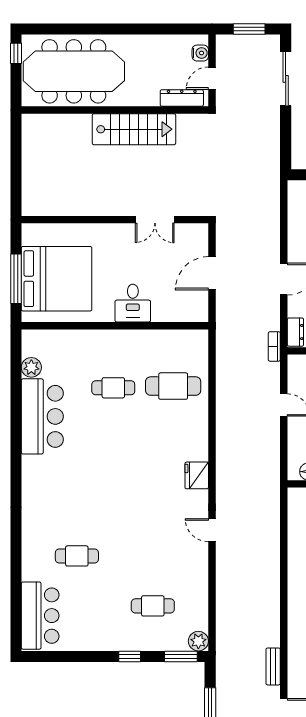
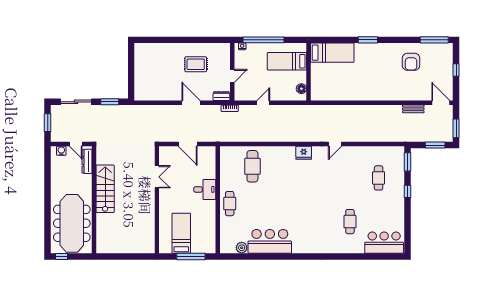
window: (286, 138) -> (110, 102), added
bed: (57, 279) -> (181, 233), width x0.49
cafe table: (113, 388) -> (230, 204), moved
plant: (198, 641) -> (399, 152), removed

